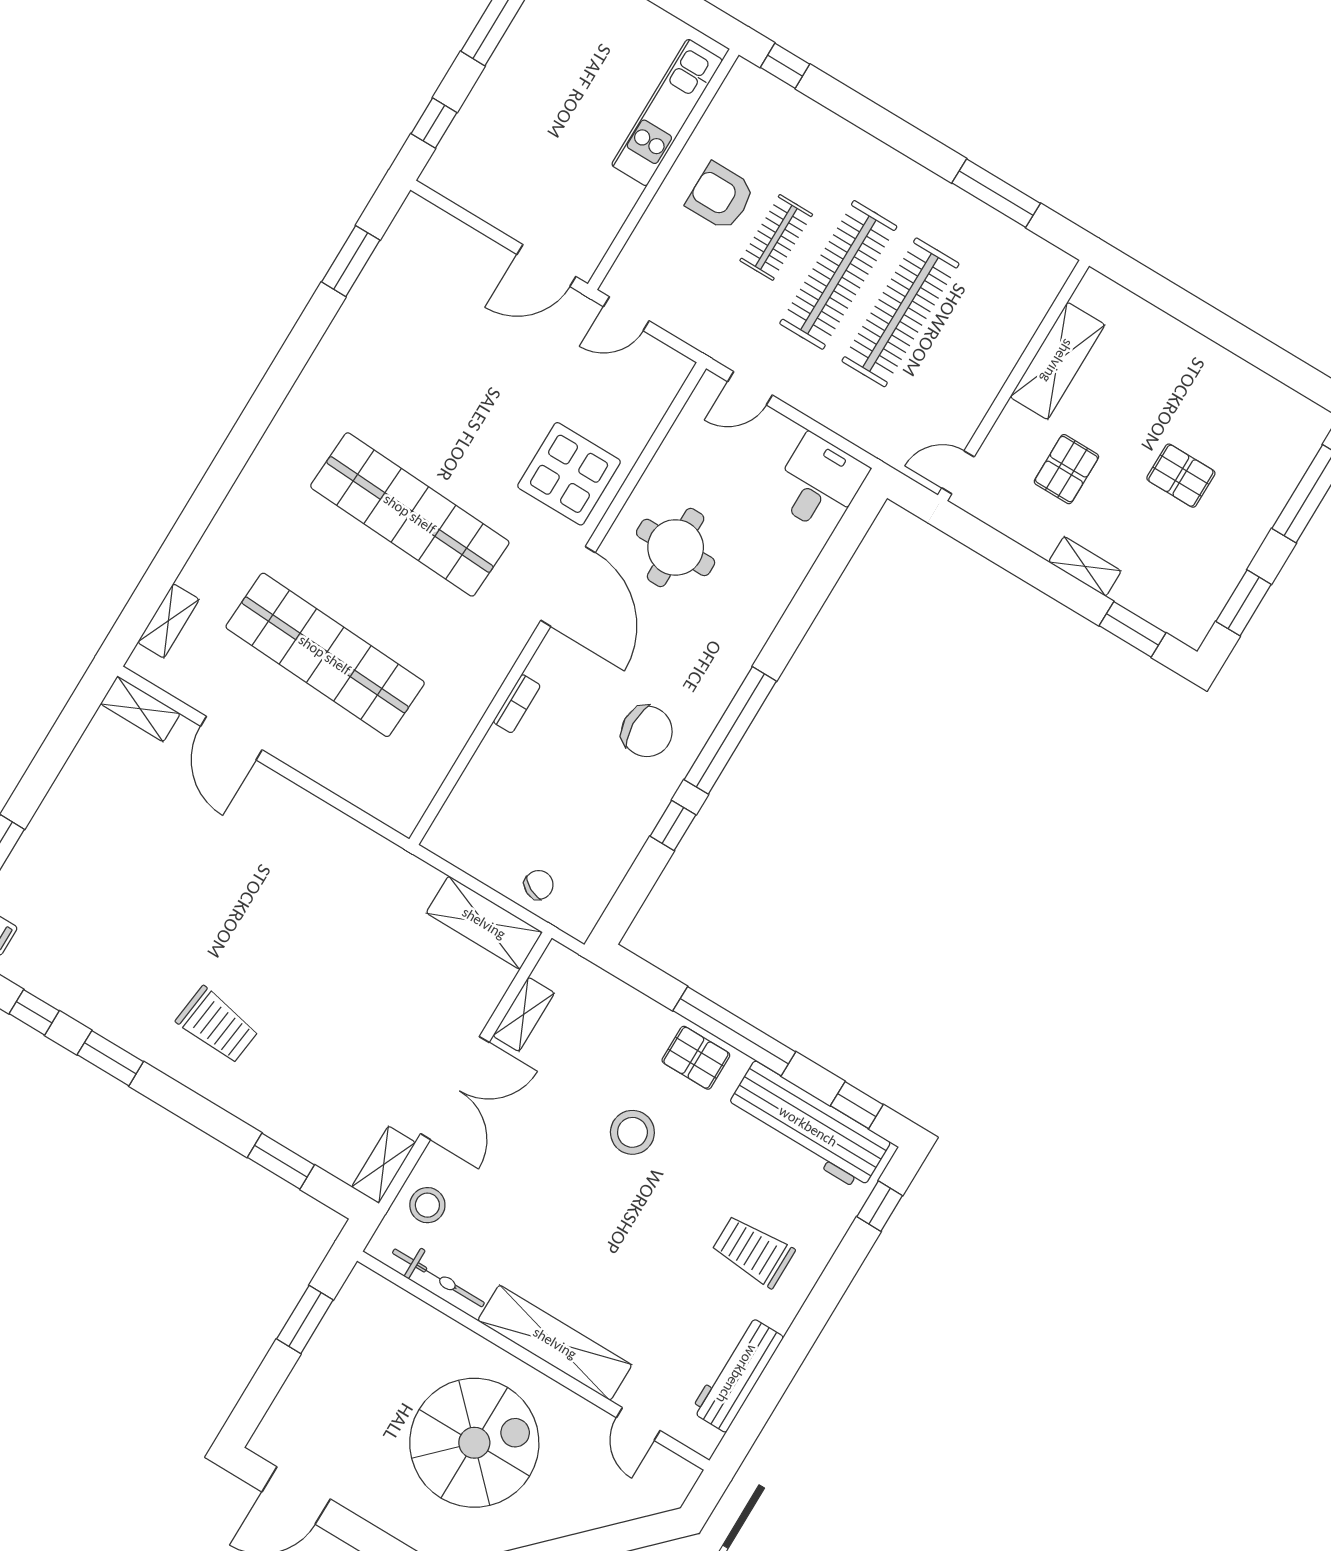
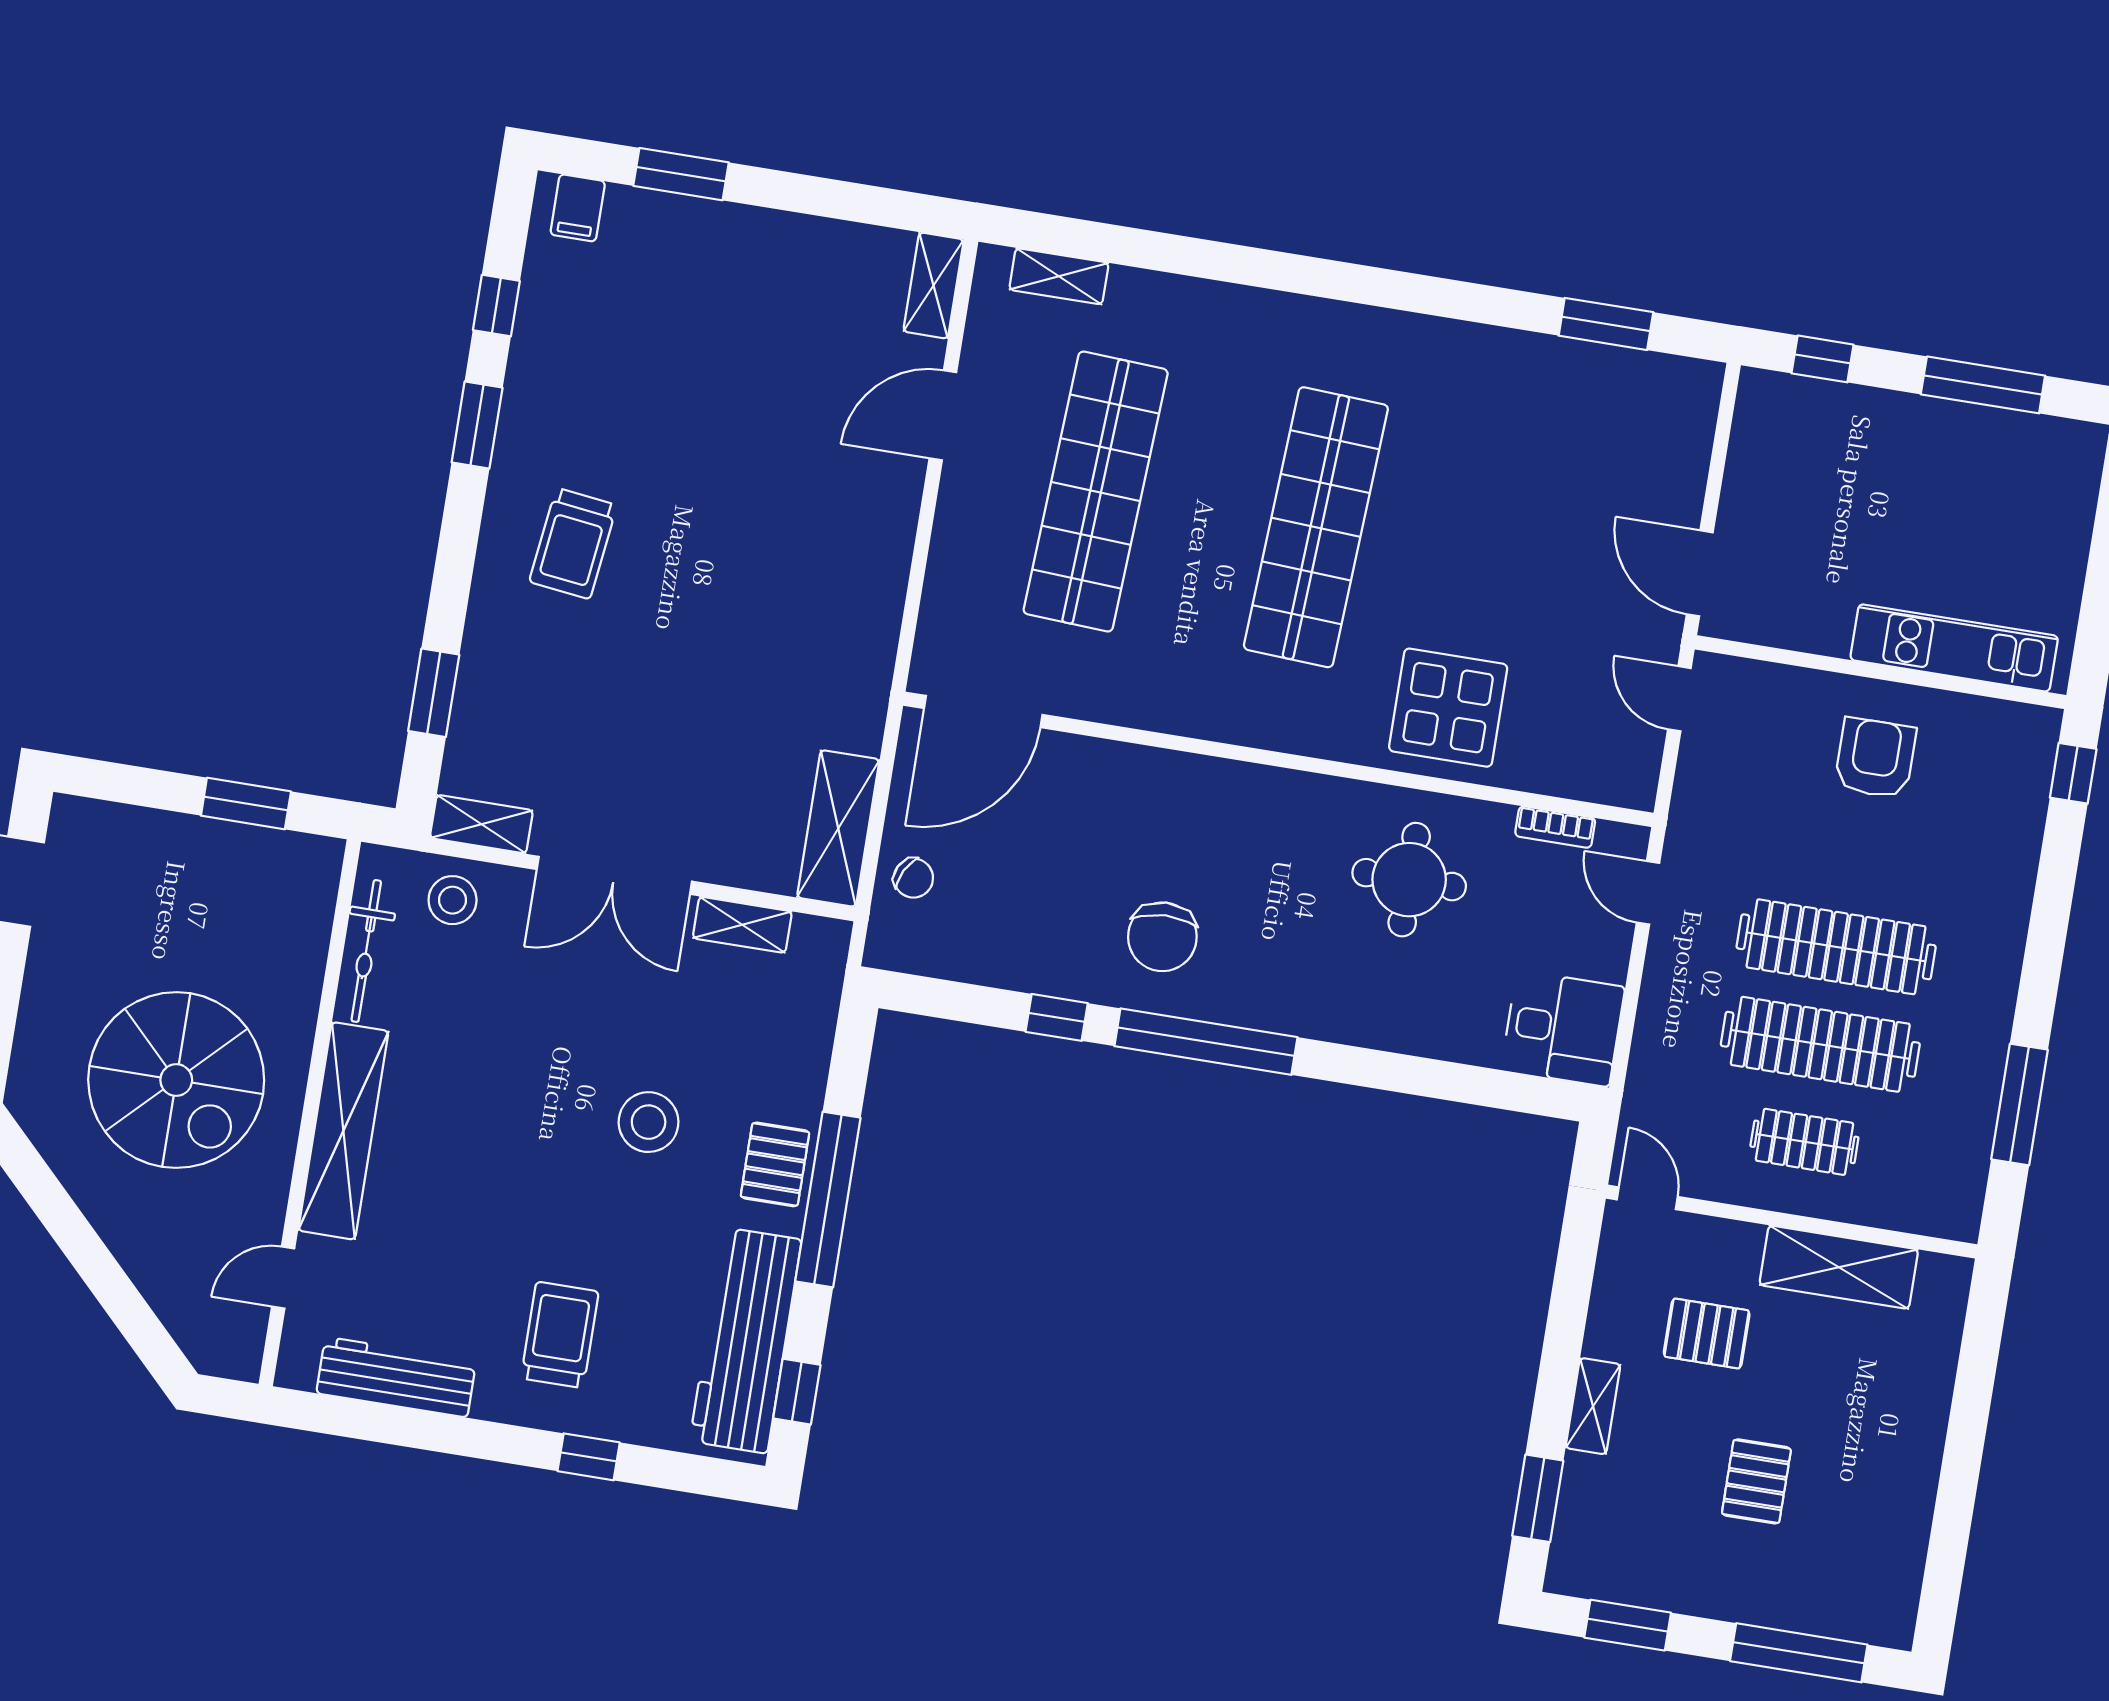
clothes rail: (776, 237) -> (1804, 1142), moved
door: (568, 586) -> (983, 712), moved
bookcase: (517, 704) -> (1555, 827), moved
window: (880, 1206) -> (589, 1457), moved

